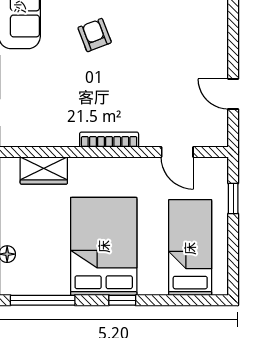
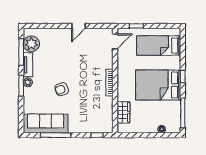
door: (233, 94) -> (78, 26), moved
door: (177, 152) -> (115, 41), moved

